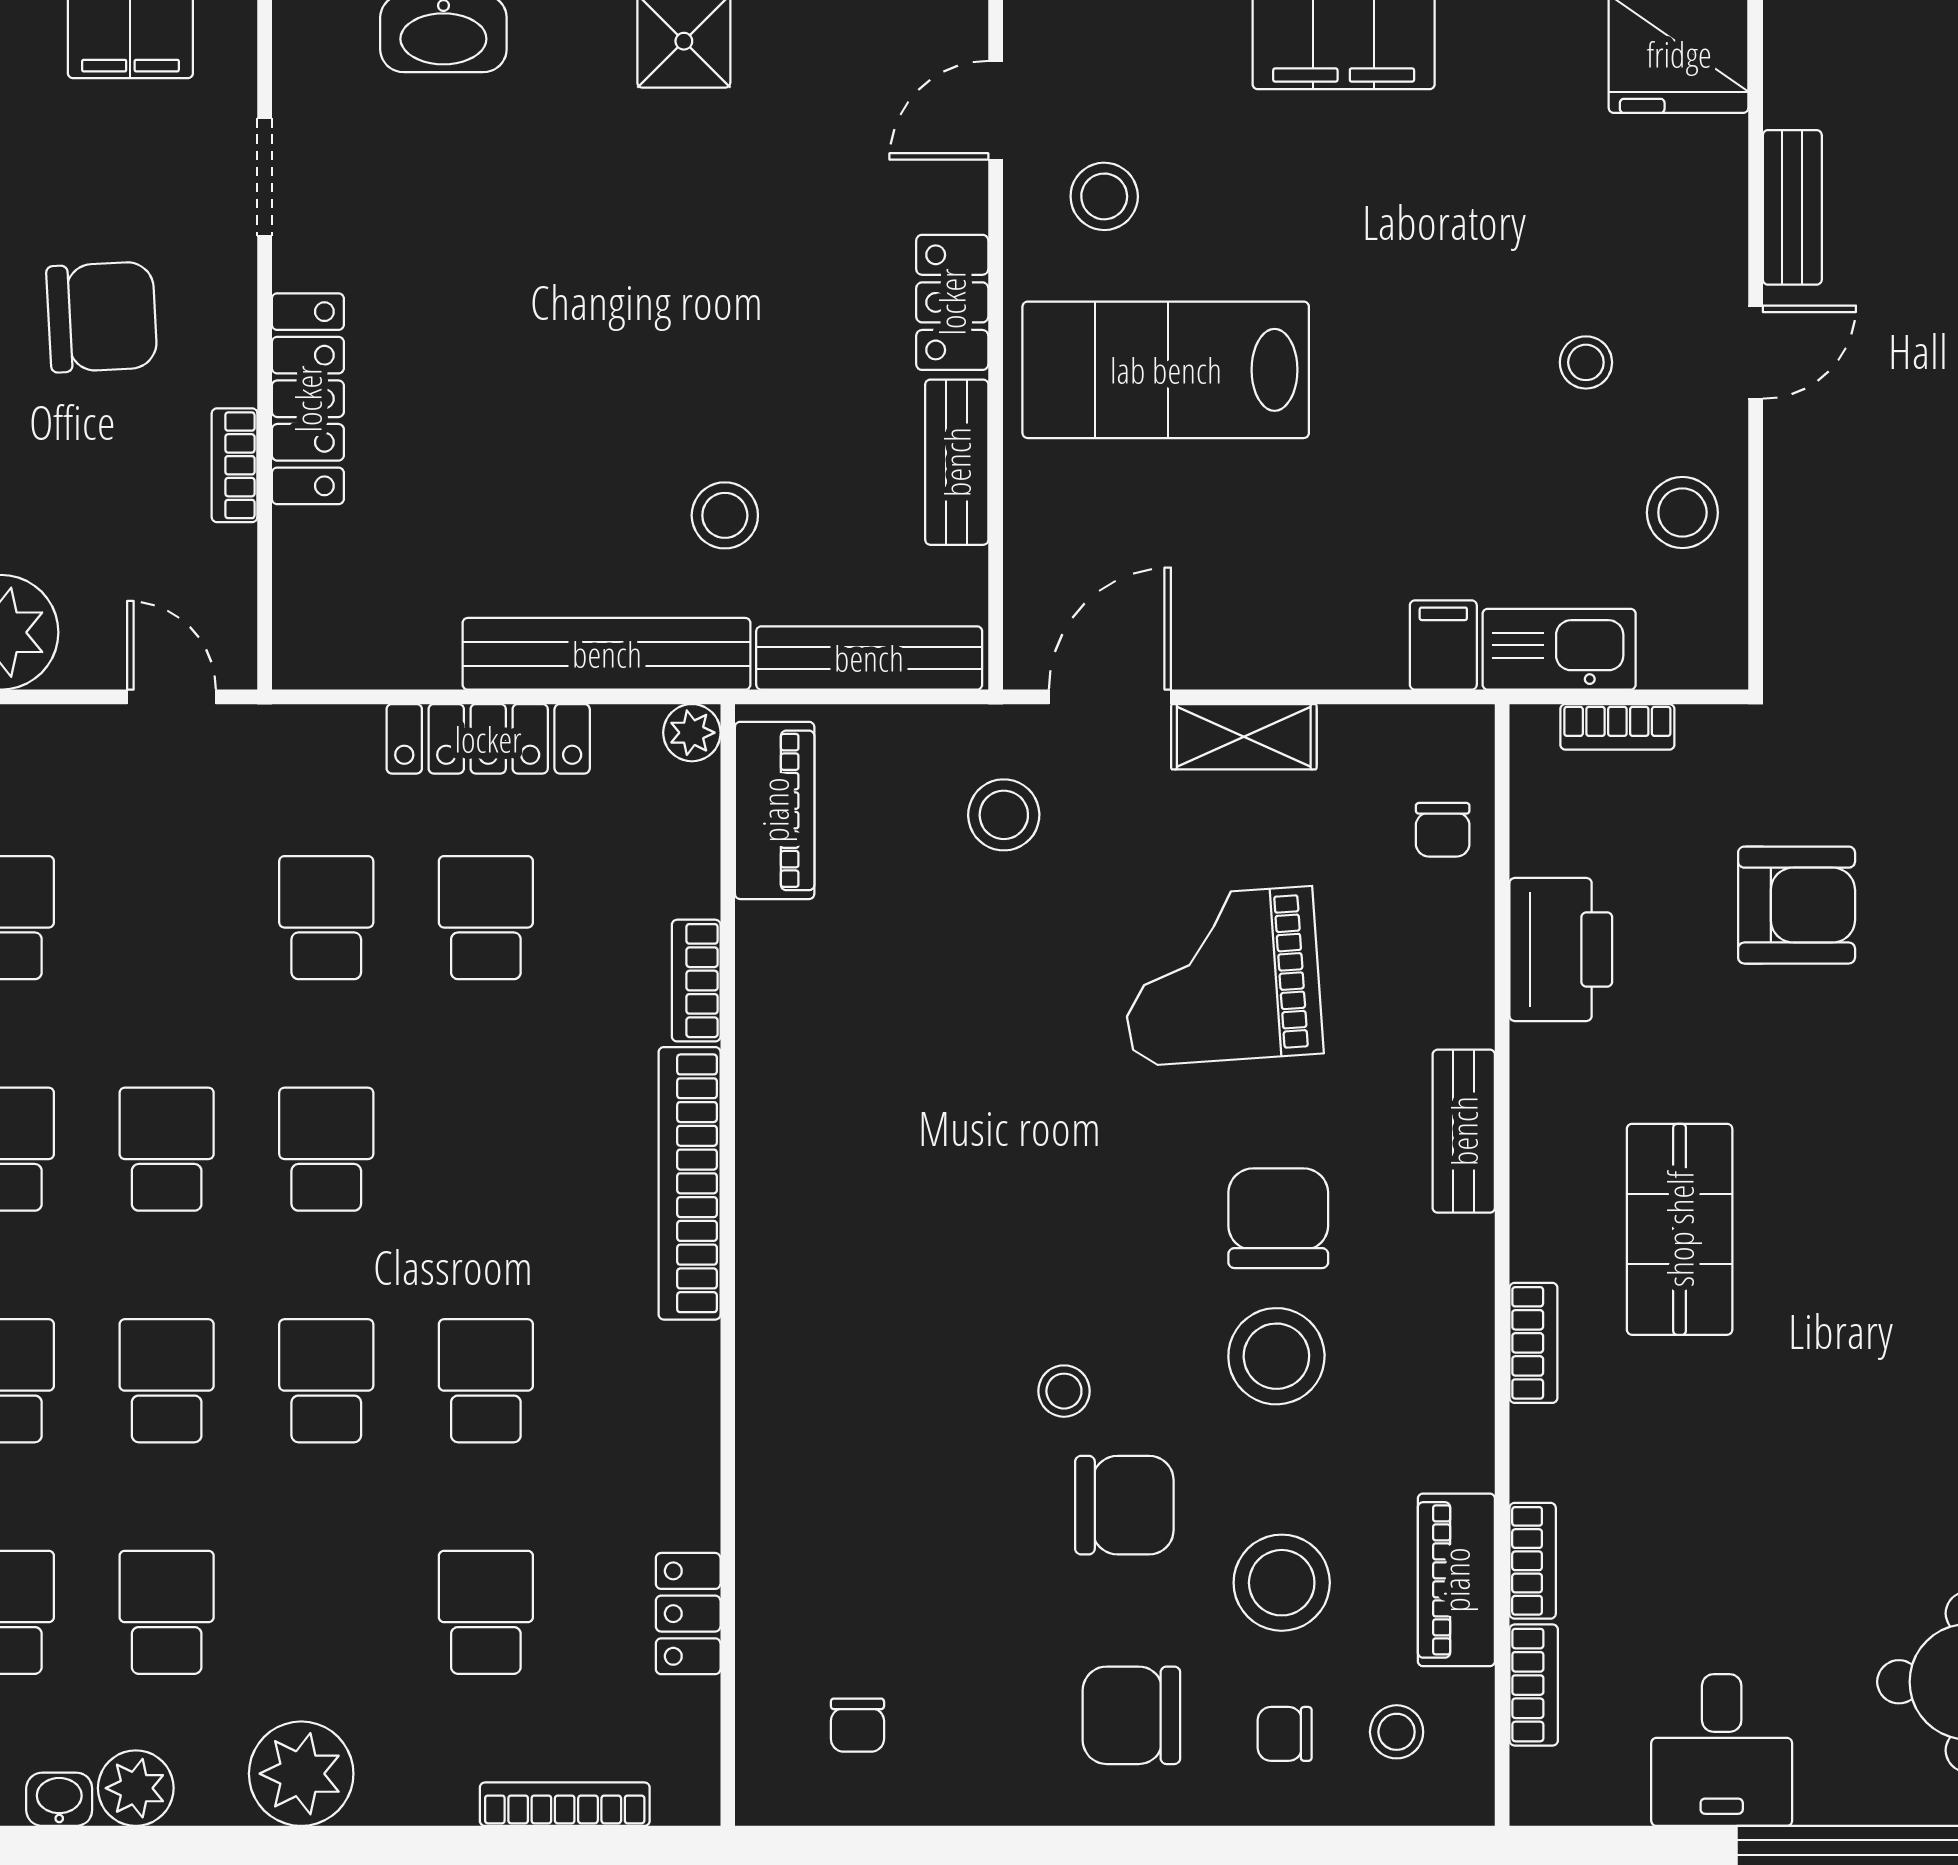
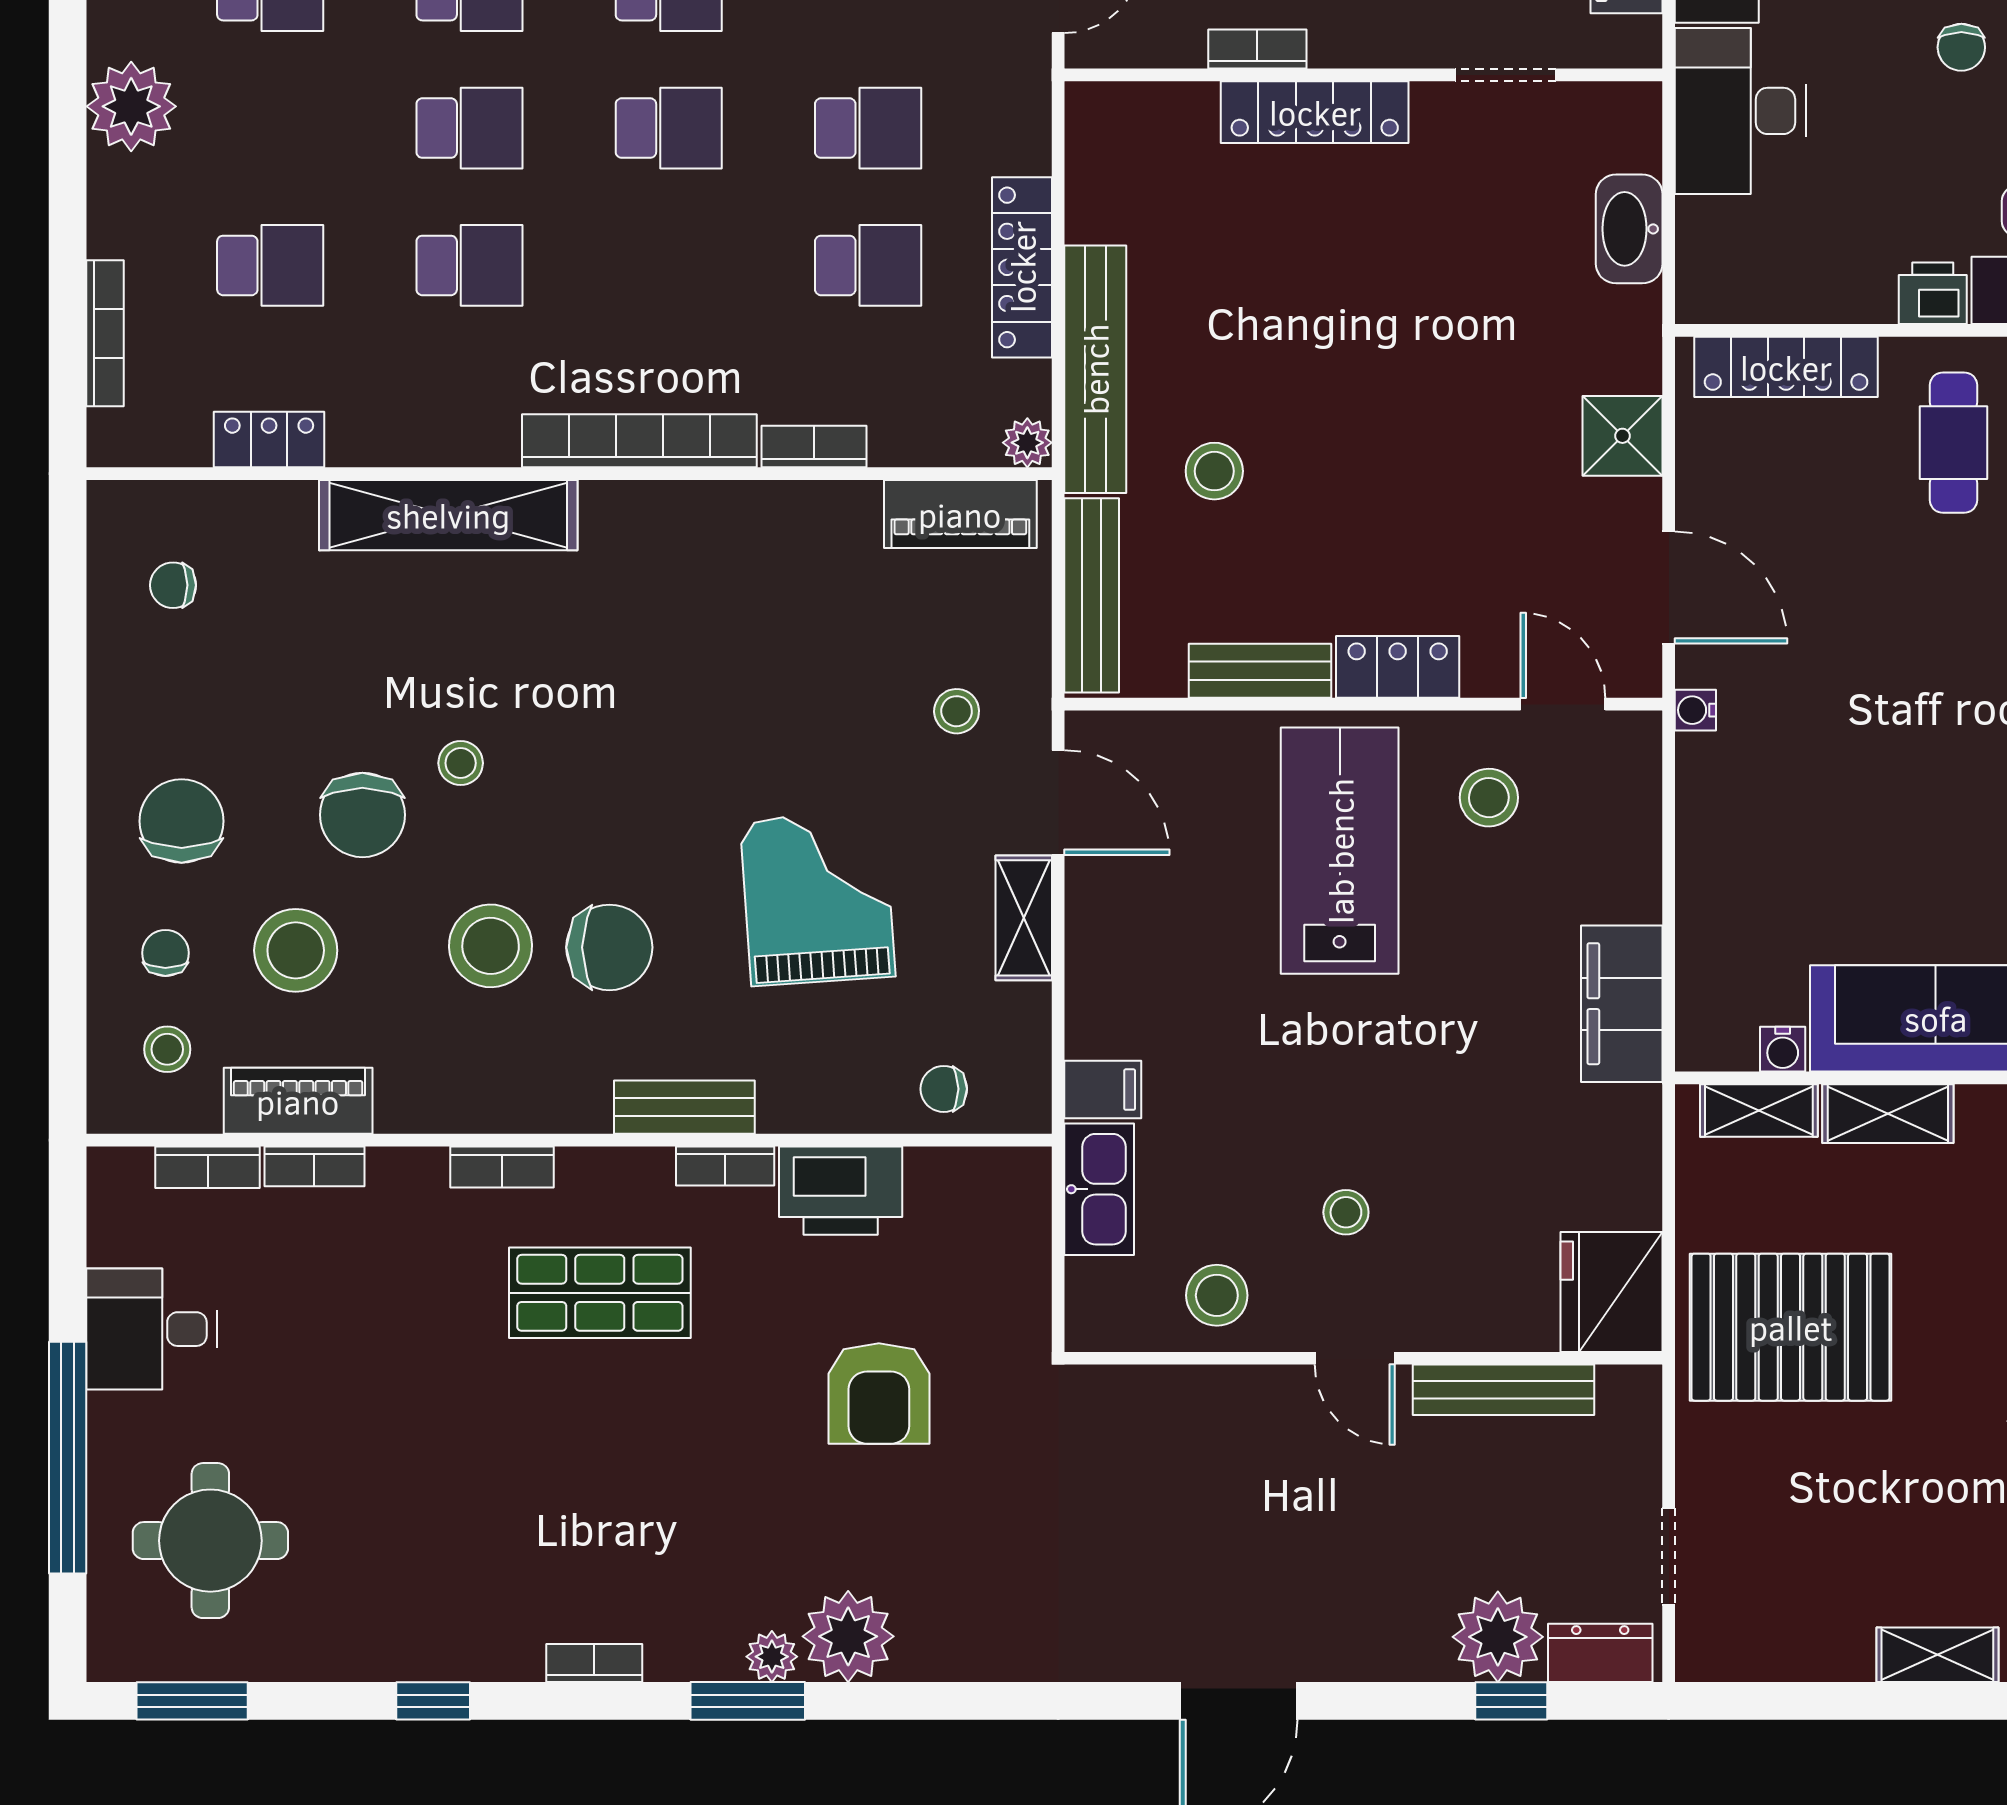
bench: (1792, 207) -> (1504, 1390), width x1.36
bookcase: (1617, 727) -> (725, 1166), moved, turned -90
stool: (1004, 815) -> (957, 711), width x0.73, depth x0.73
shelving: (776, 1405) -> (448, 515), added

